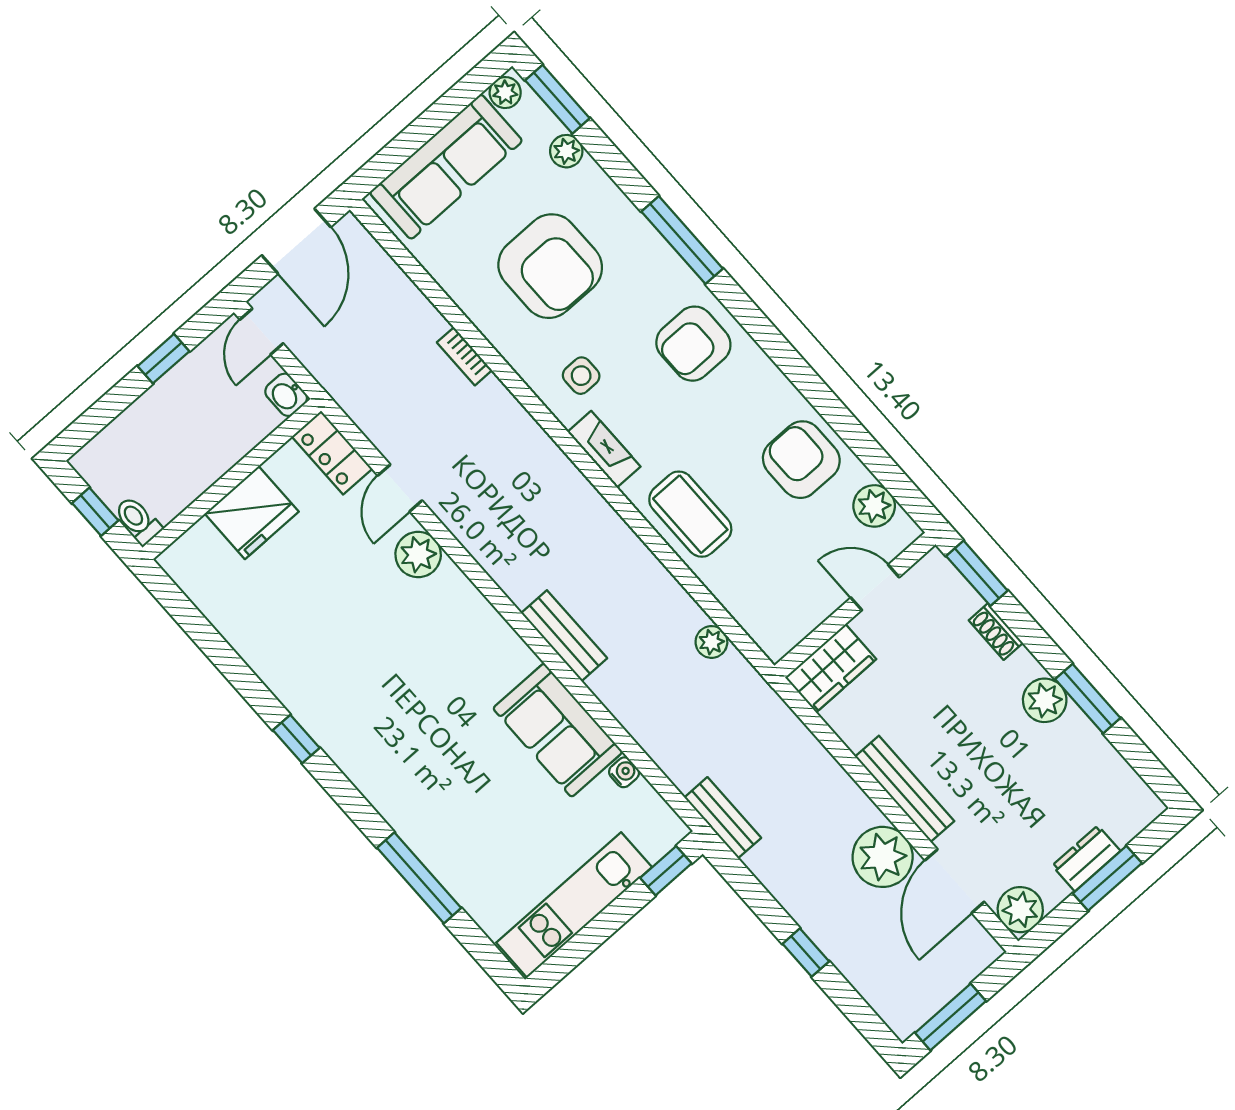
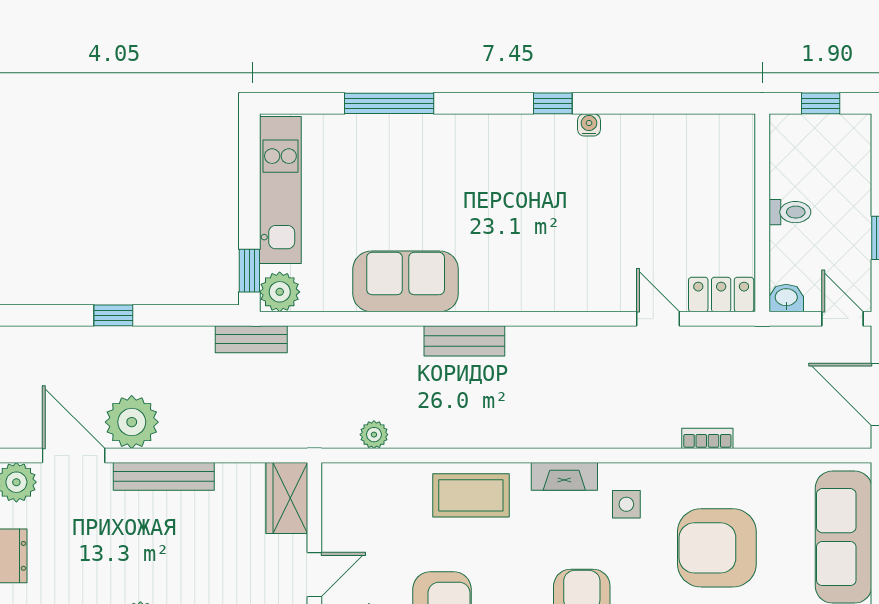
fridge: (252, 513) -> (728, 206), removed
toilet: (138, 521) -> (790, 212), moved
plant: (418, 555) -> (280, 292), moved
water cooler: (624, 772) -> (589, 125), moved, turned 180

